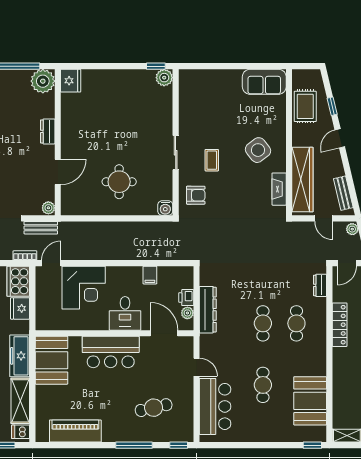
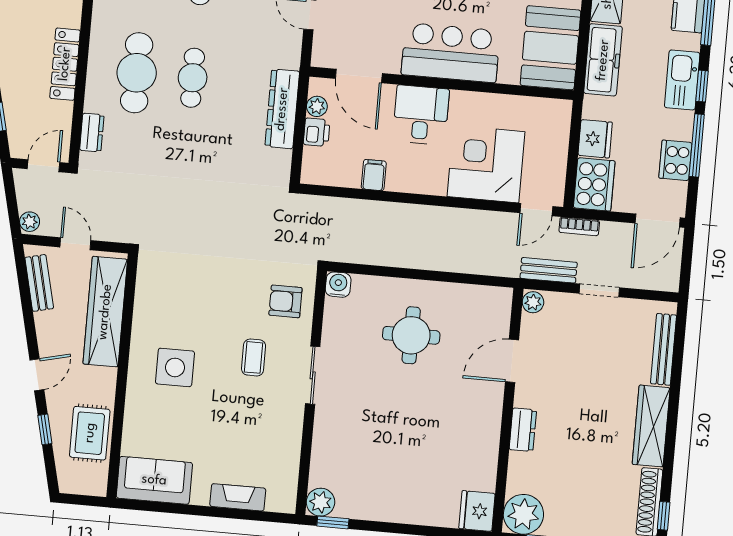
side table: (258, 150) -> (175, 367), turned 38
fireplace: (279, 189) -> (238, 497), moved, turned -90
cafe table: (296, 323) -> (137, 73), width x1.37, depth x1.35

